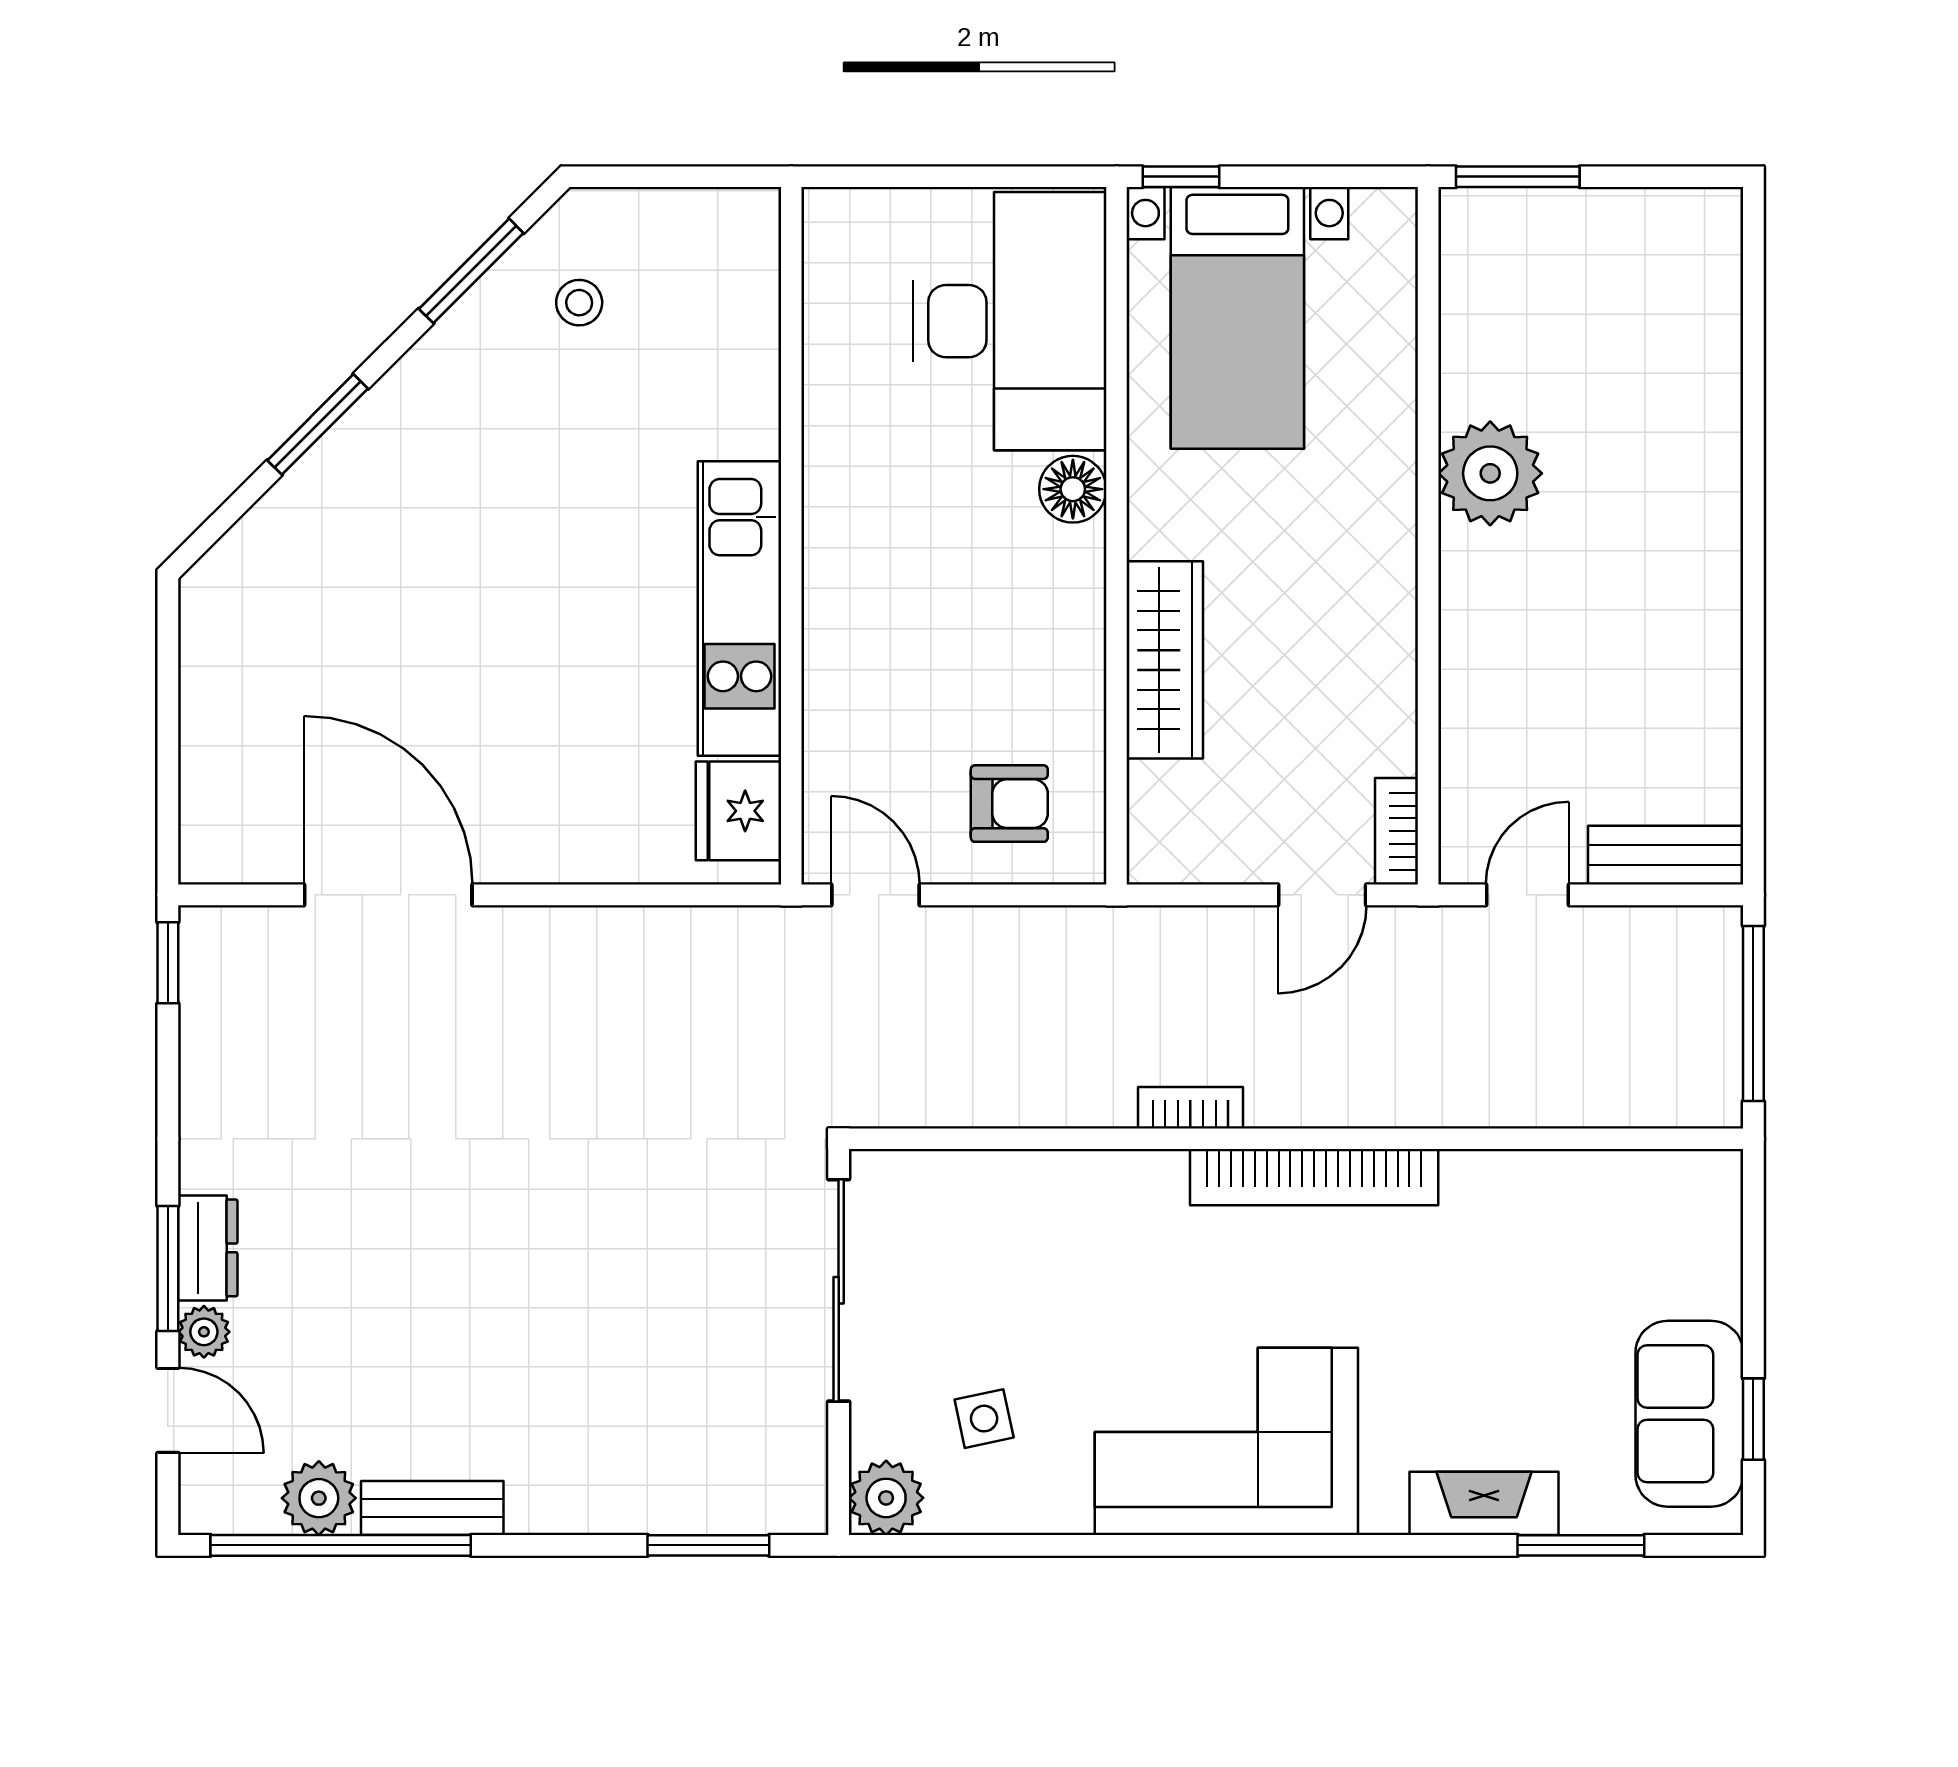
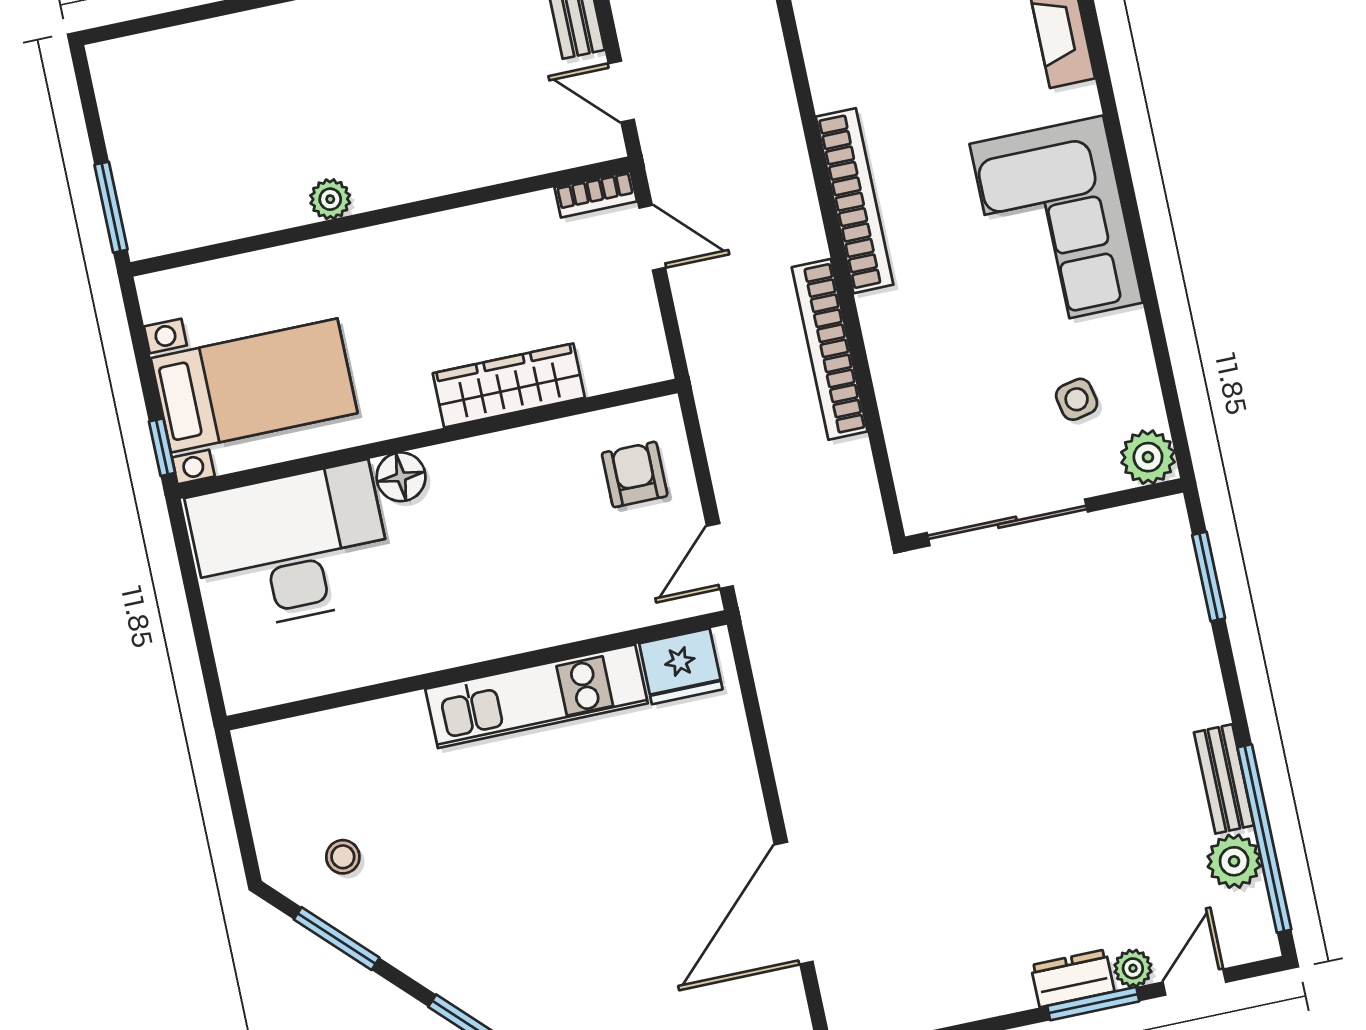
plant: (1490, 473) -> (330, 199), width x0.53, depth x0.53
bookcase: (1190, 1108) -> (830, 349), width x2.31, depth x1.31

